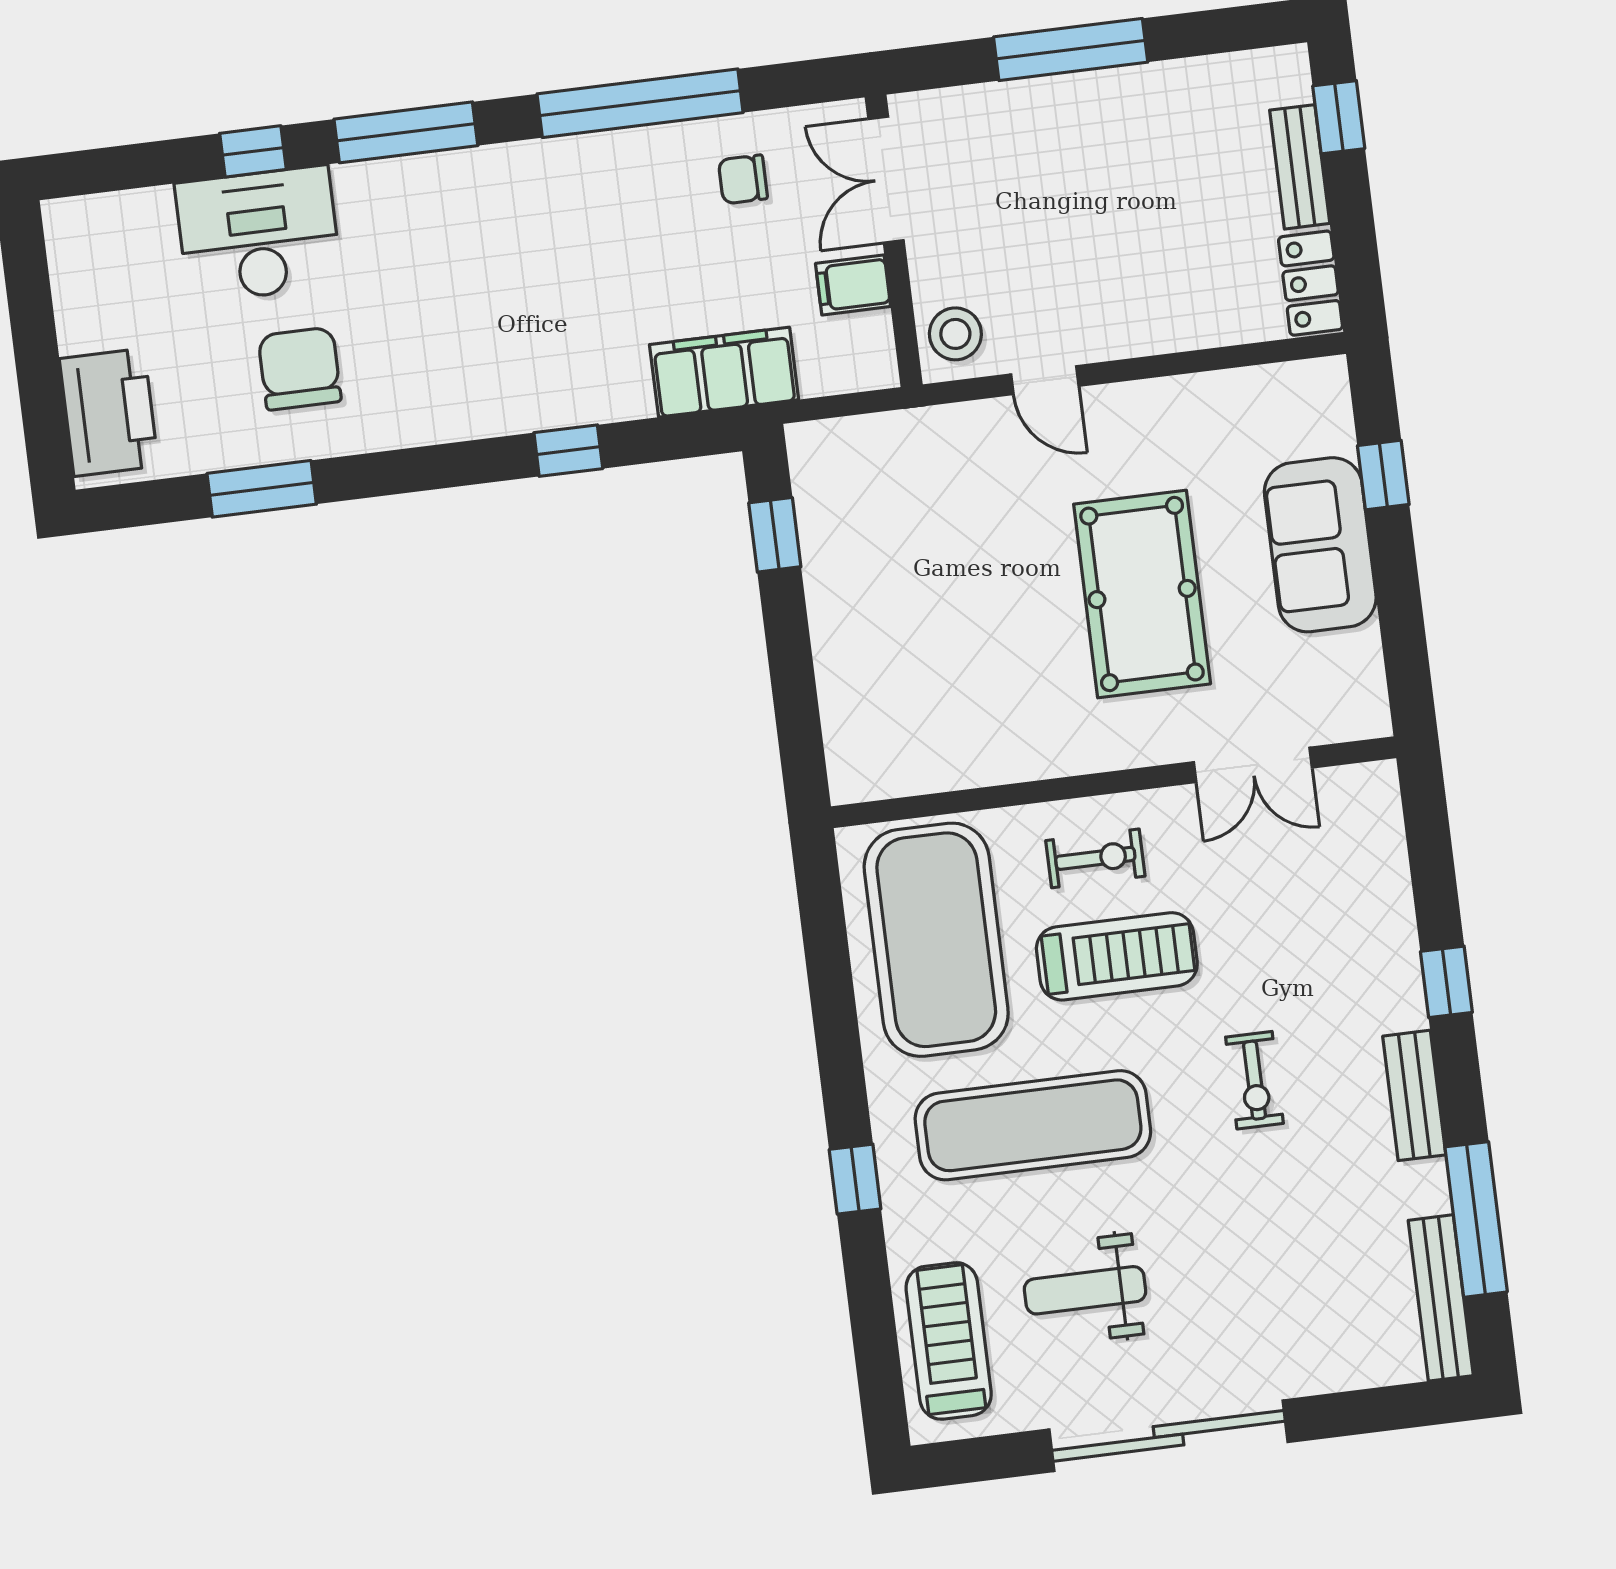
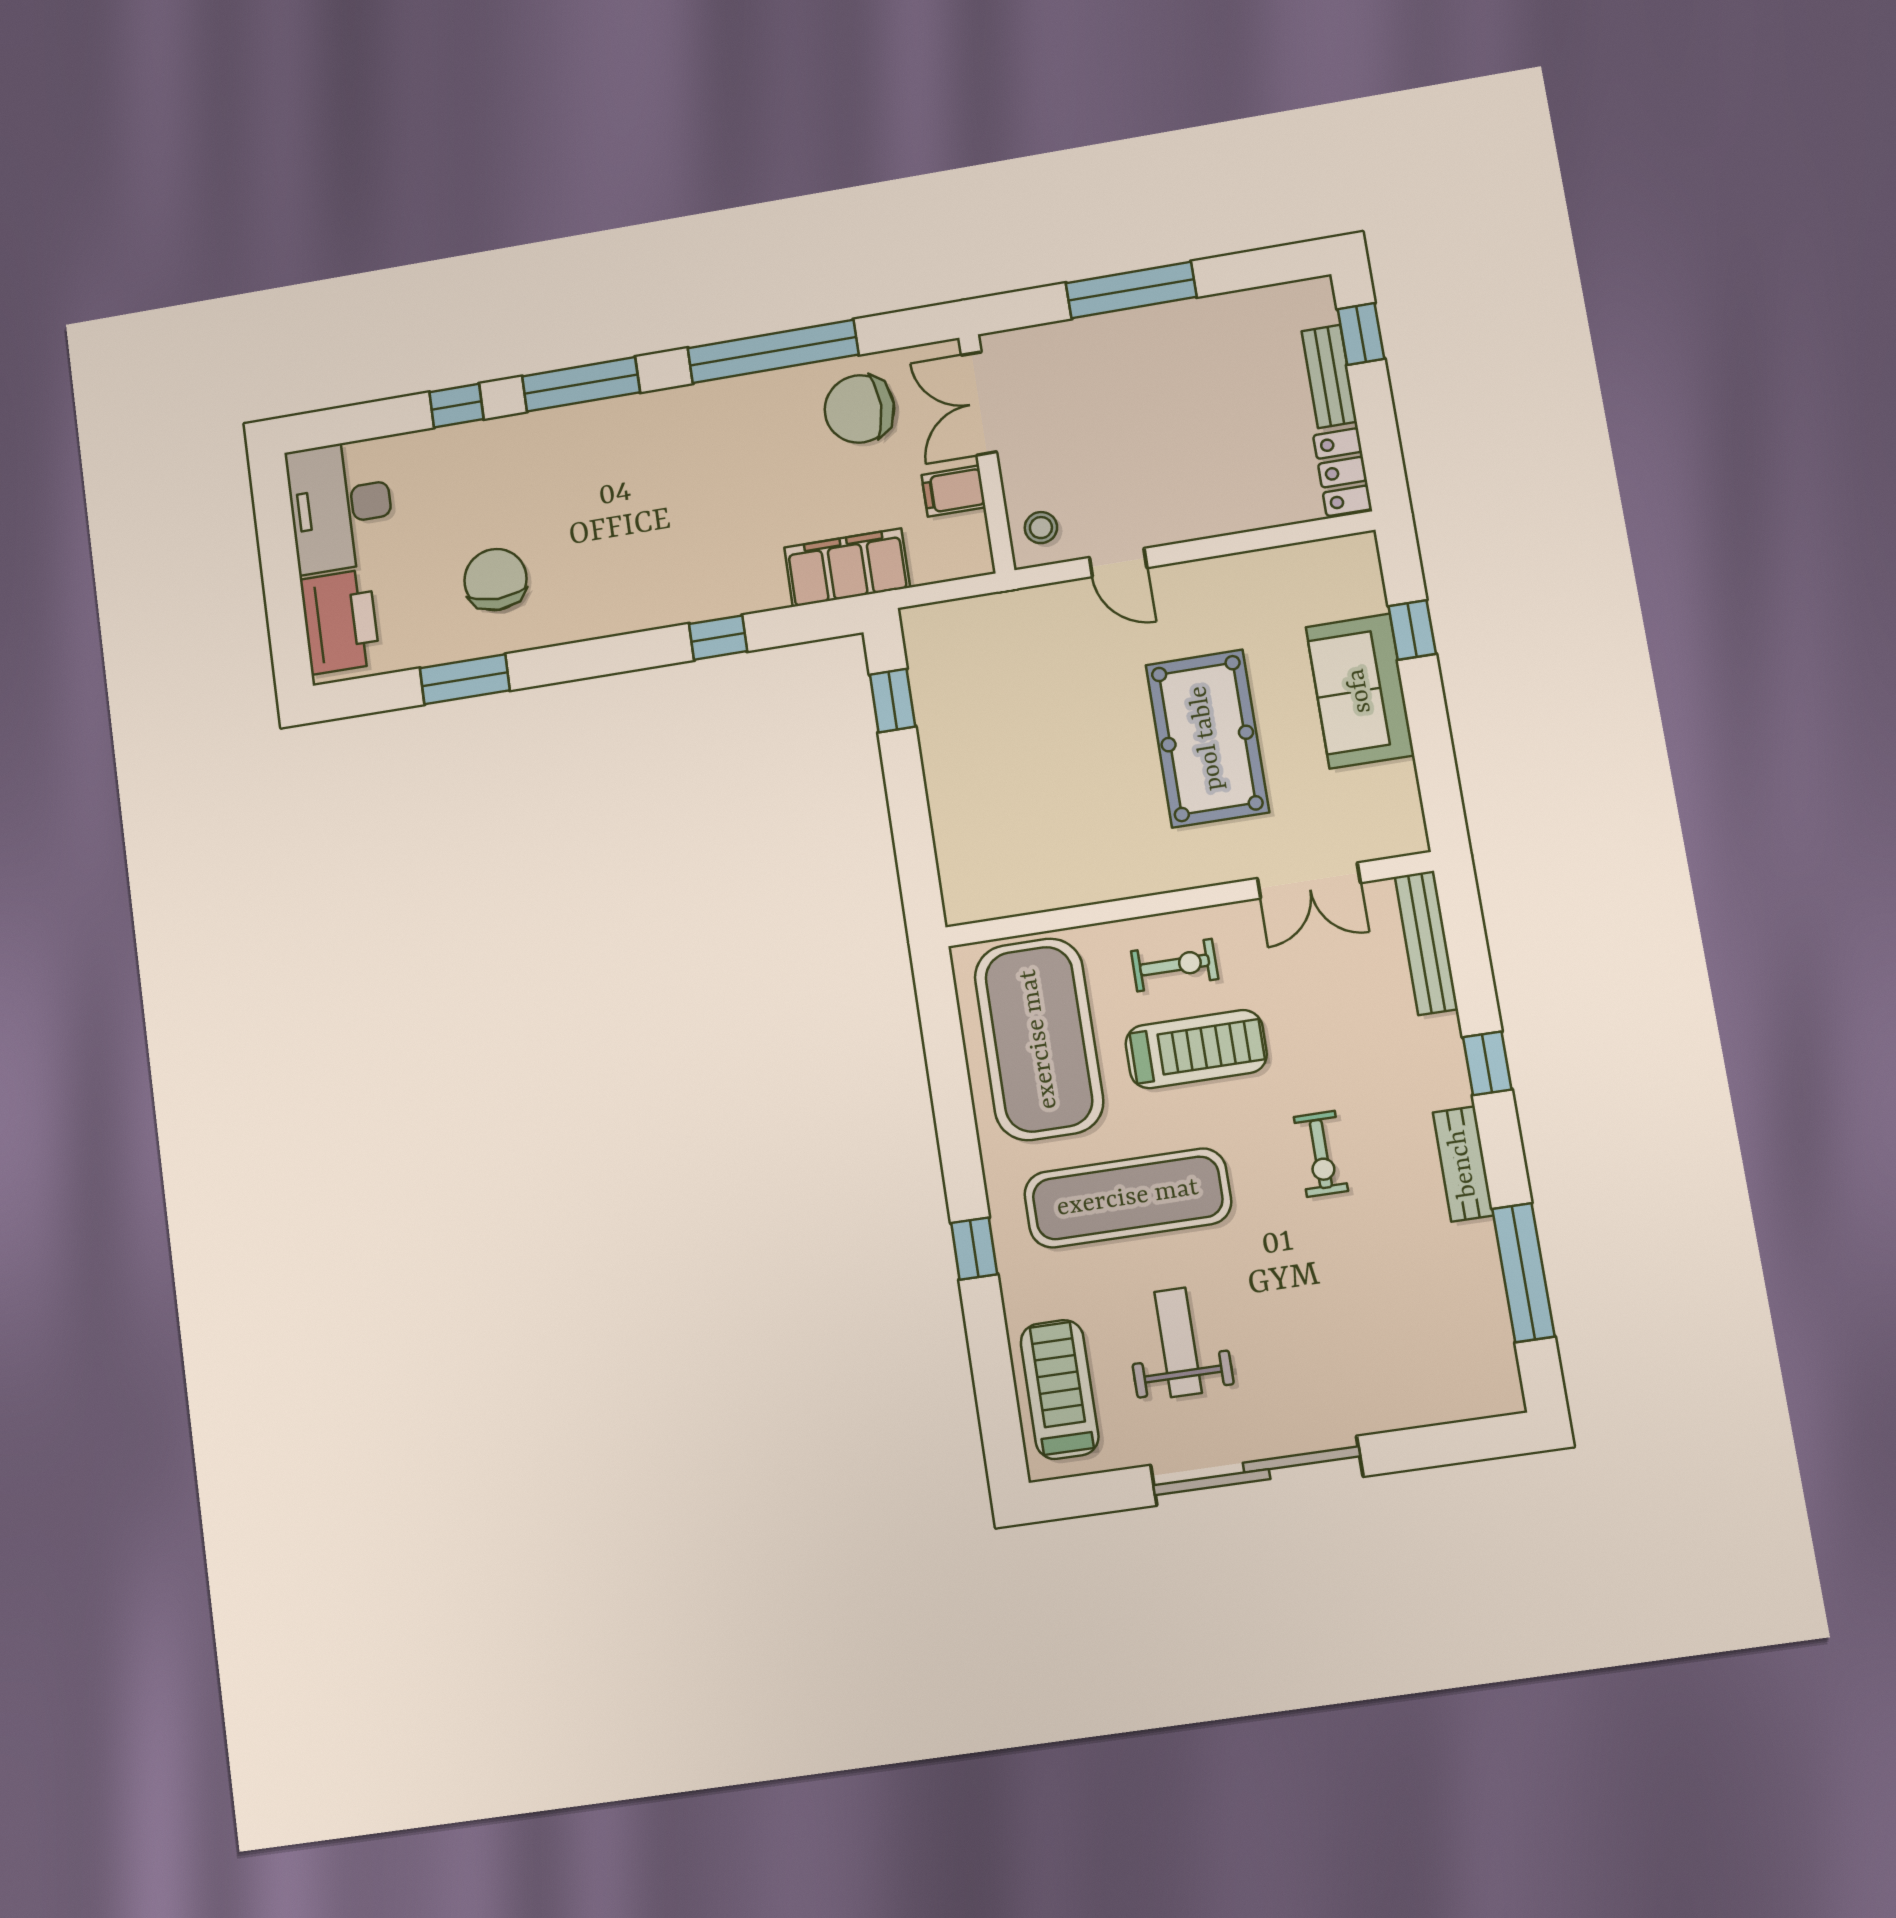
chair: (743, 179) -> (859, 409), width x1.87, depth x1.87
desk: (258, 234) -> (341, 506), moved, turned -90
stool: (955, 334) -> (1041, 528), width x0.73, depth x0.73
weight bench: (1085, 1290) -> (1178, 1342), turned 90
bench: (1441, 1298) -> (1426, 943), moved

